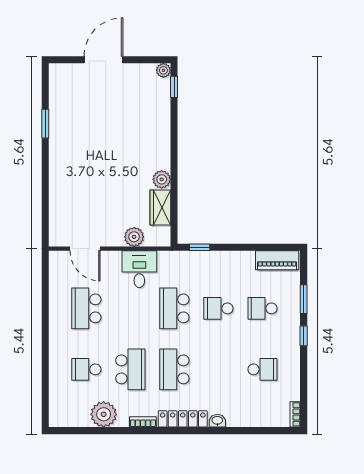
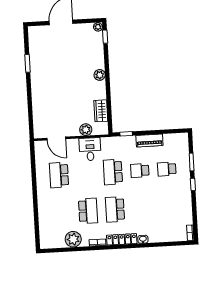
plant: (162, 179) -> (100, 75), moved
piano: (277, 260) -> (149, 140), moved
school desk: (86, 369) -> (61, 212), removed
school desk: (262, 369) -> (169, 206), removed

